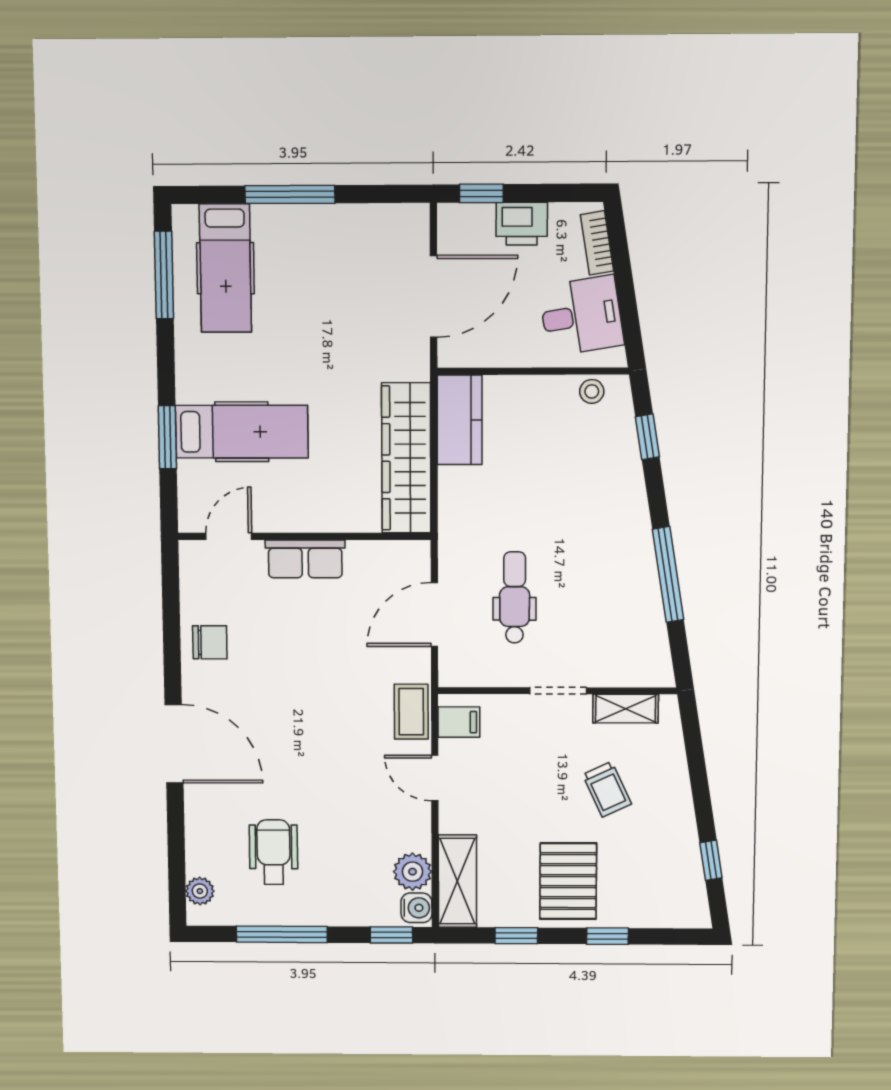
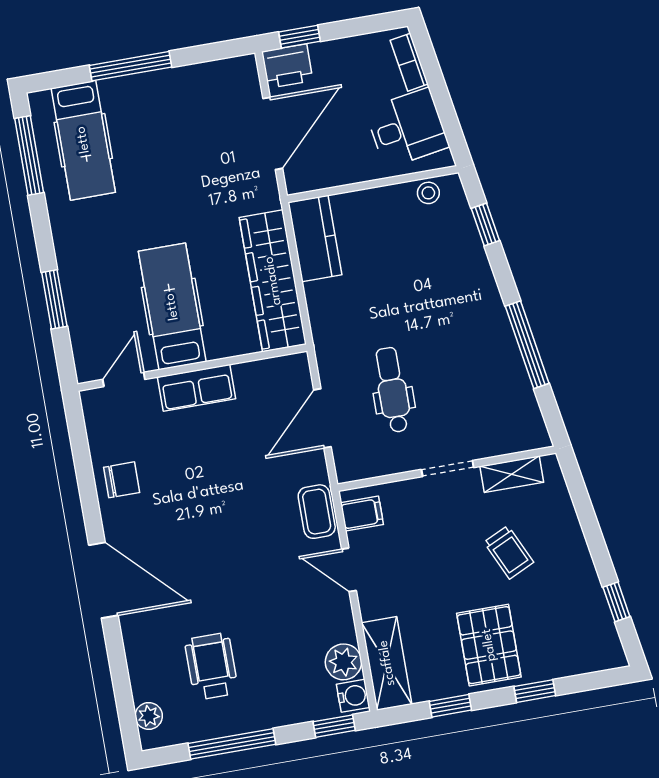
printer: (522, 224) -> (287, 66), moved
hospital bed: (242, 432) -> (172, 307), moved, turned -90

